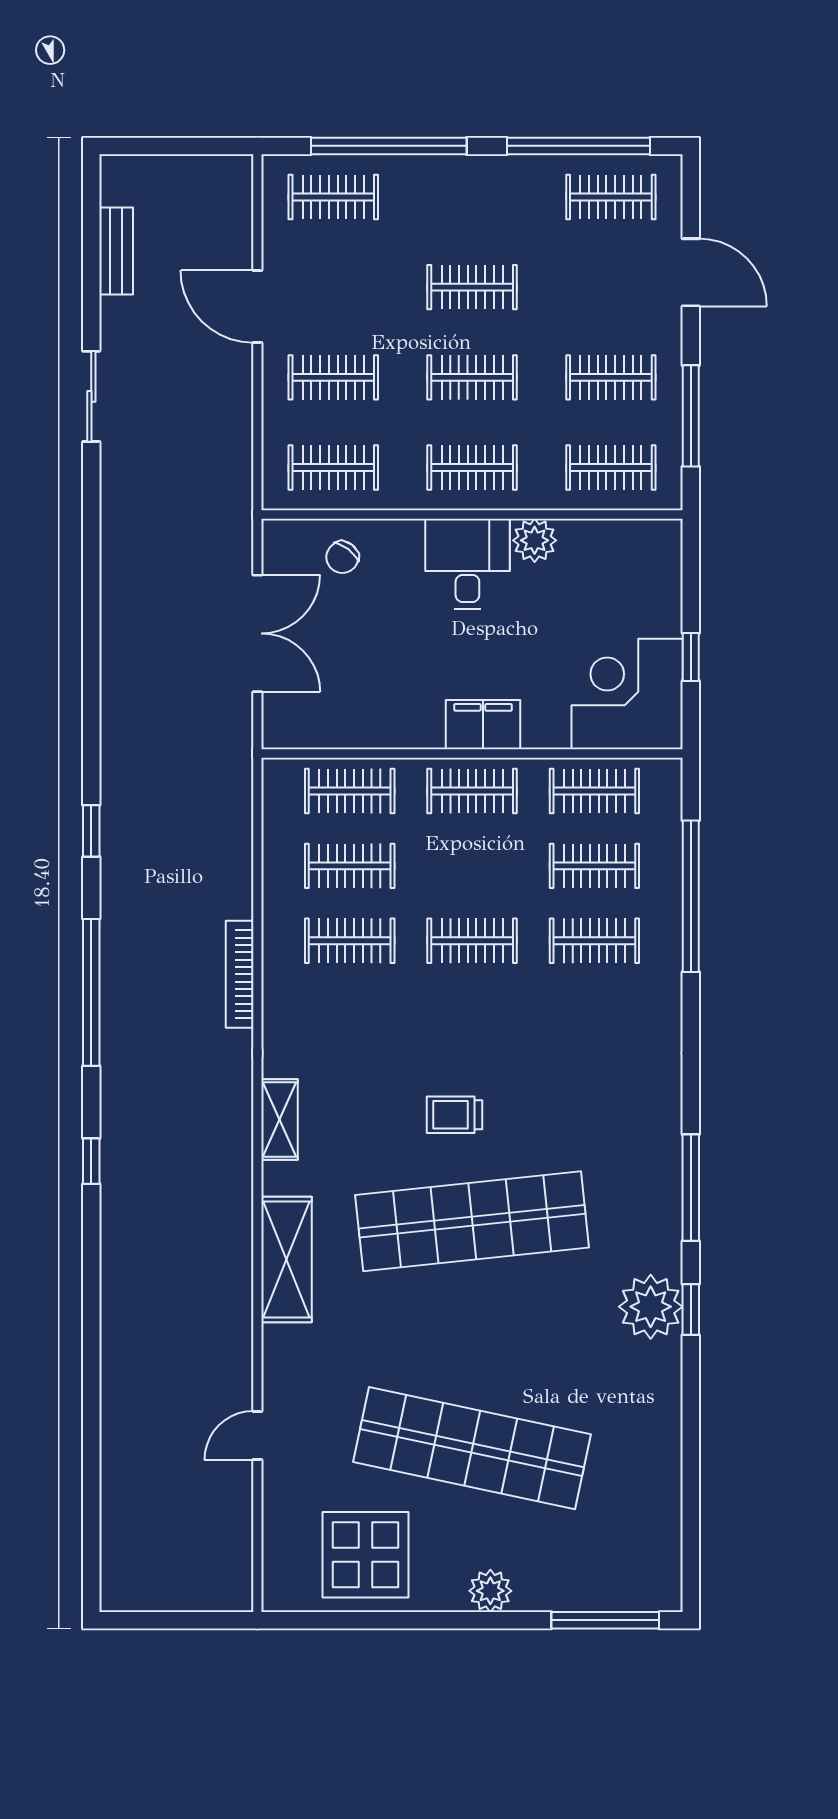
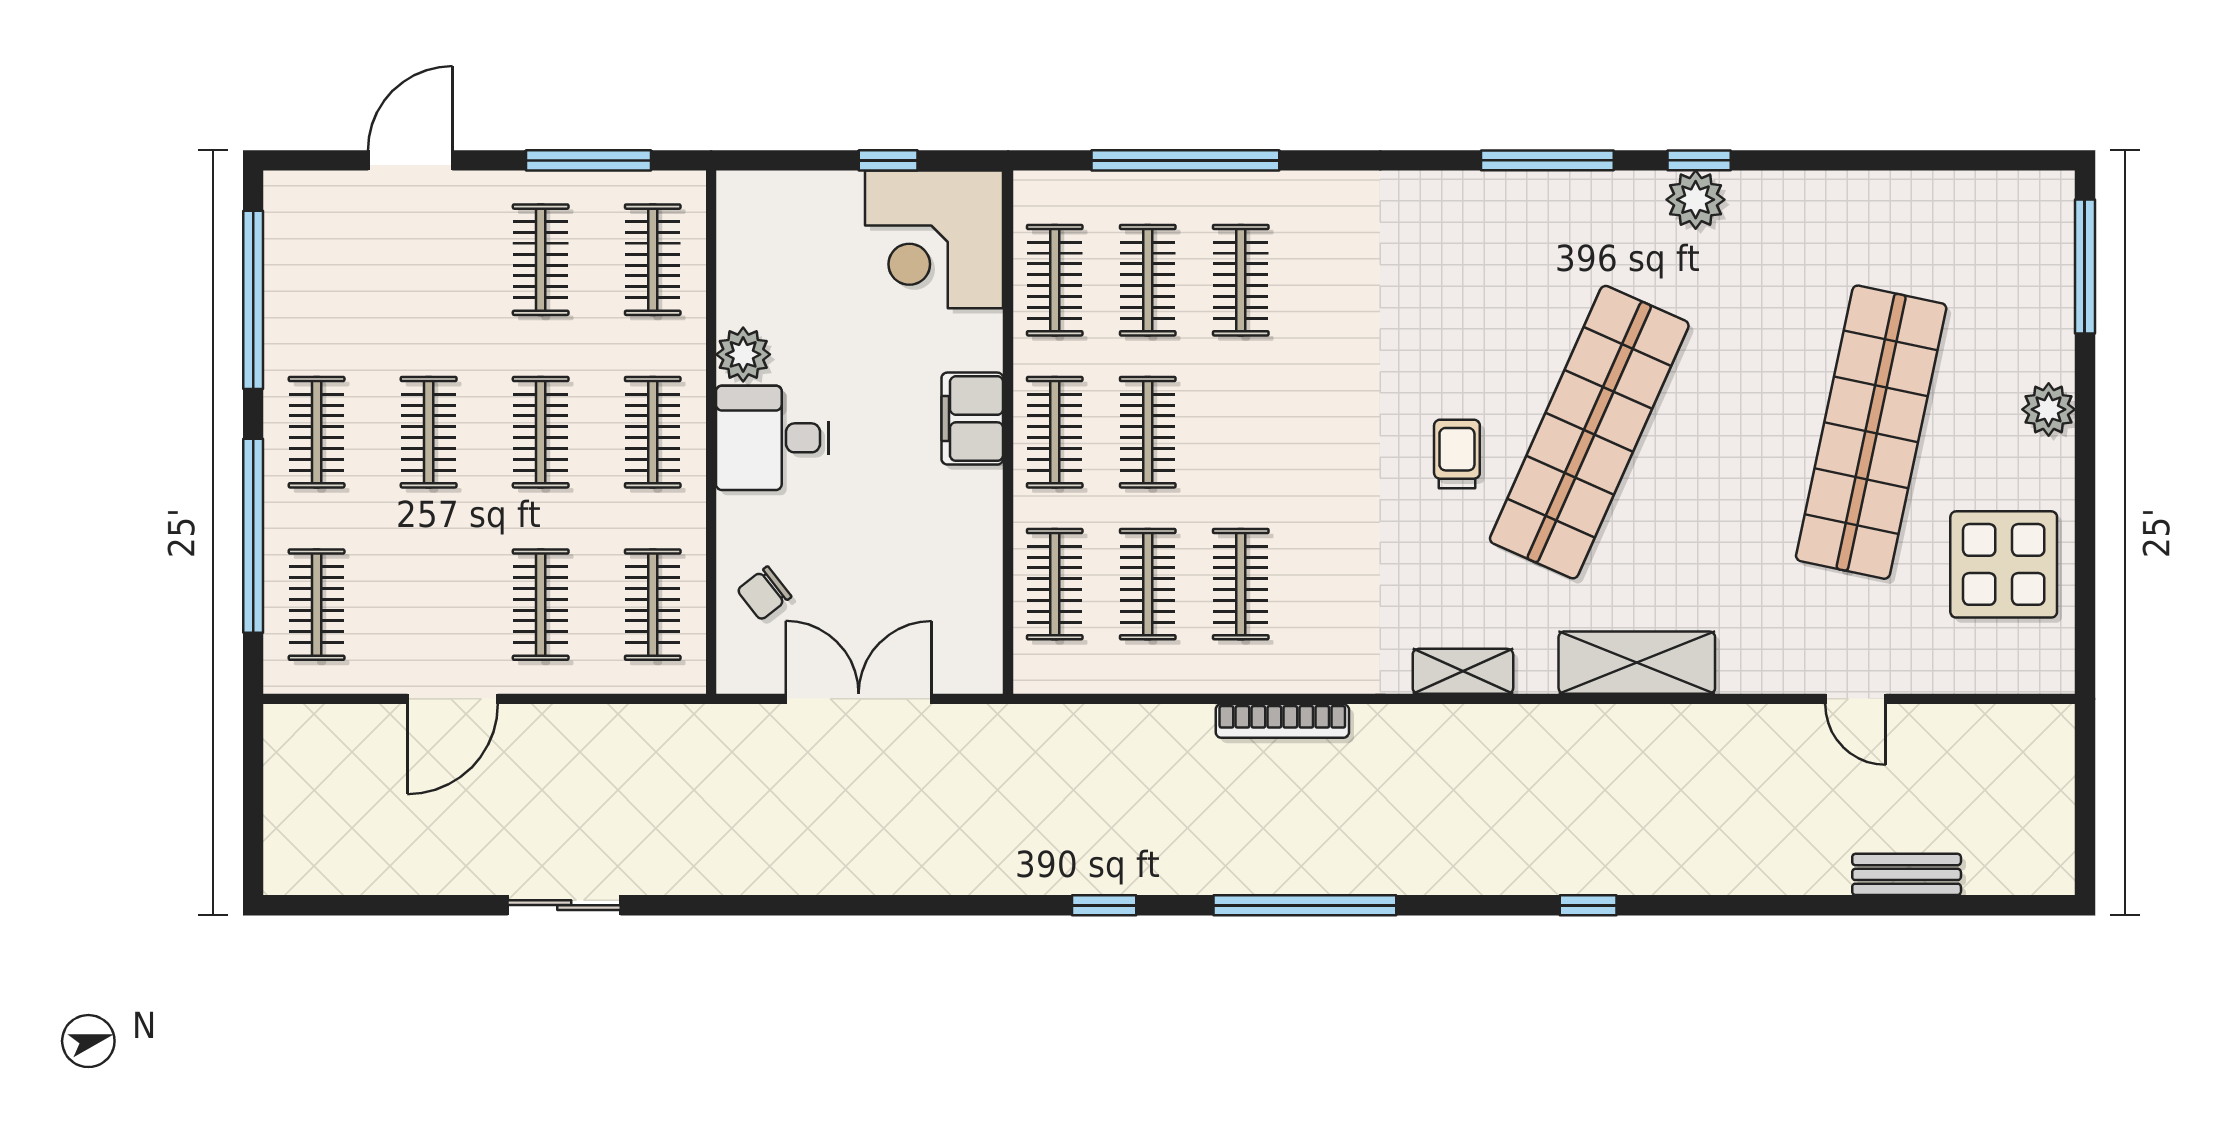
clothes rail: (611, 197) -> (317, 432), moved
bench: (116, 251) -> (1907, 874), moved
chair: (342, 557) -> (764, 593), turned 105
clothes rail: (472, 941) -> (1148, 432), moved
trolley: (454, 1115) -> (1457, 454), turned 180
window: (91, 1161) -> (1588, 905), moved
shop shelf: (472, 1221) -> (1589, 432), turned 30
plant: (651, 1307) -> (1696, 200), width x0.73, depth x0.73

